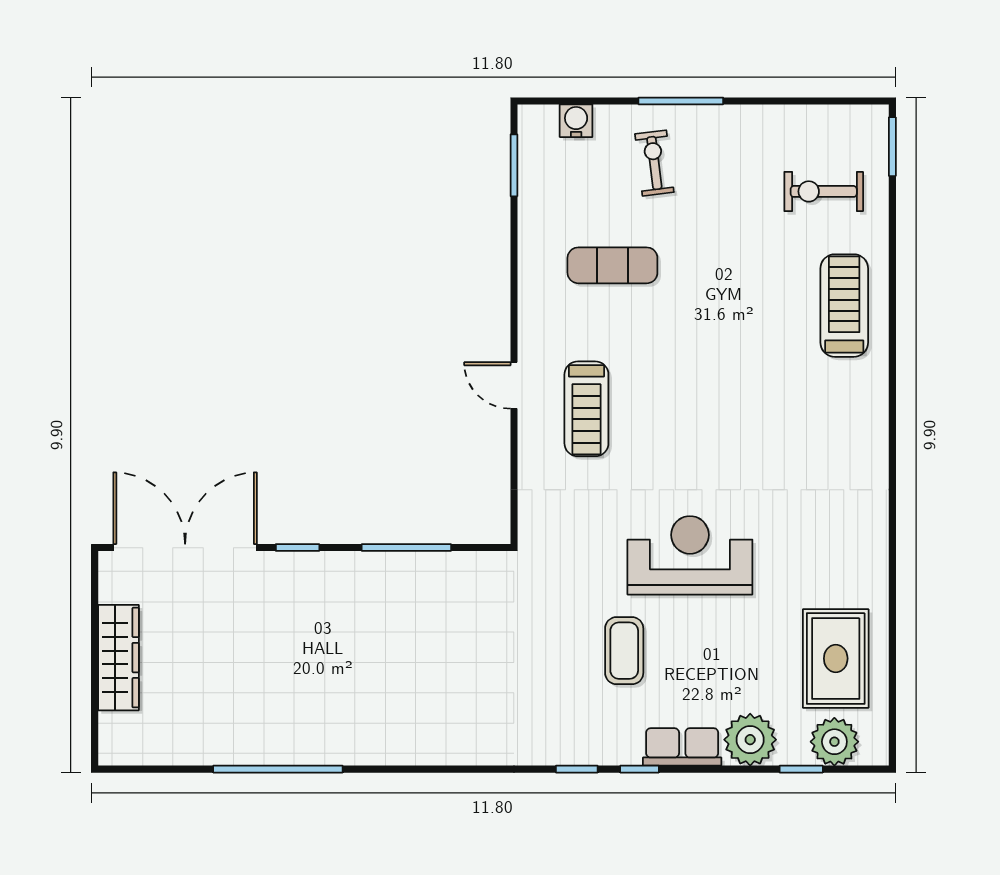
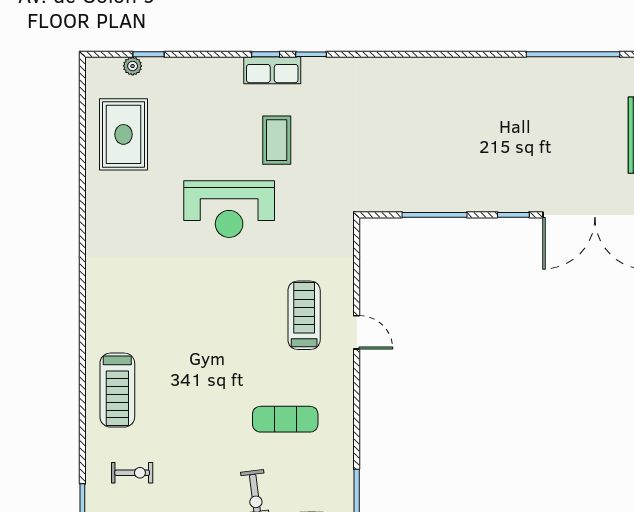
exercise bike: (824, 191) -> (132, 473), width x0.73, depth x0.72
plant: (750, 740) -> (185, 76), removed
plant: (834, 742) -> (133, 66), width x0.53, depth x0.53
row of seats: (682, 747) -> (272, 70), moved
window: (278, 769) -> (573, 54), moved

